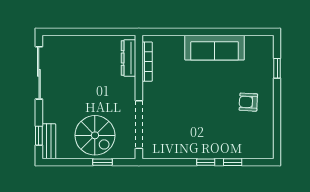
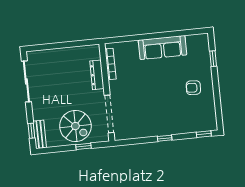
dresser: (129, 58) -> (97, 75), moved
window: (233, 162) -> (204, 134), moved

